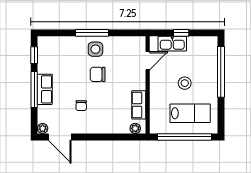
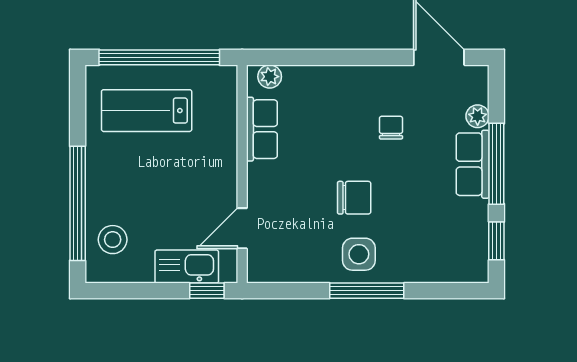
window: (181, 33) -> (207, 291), moved
stool: (185, 83) -> (113, 240), moved
plant: (43, 129) -> (478, 116), moved

